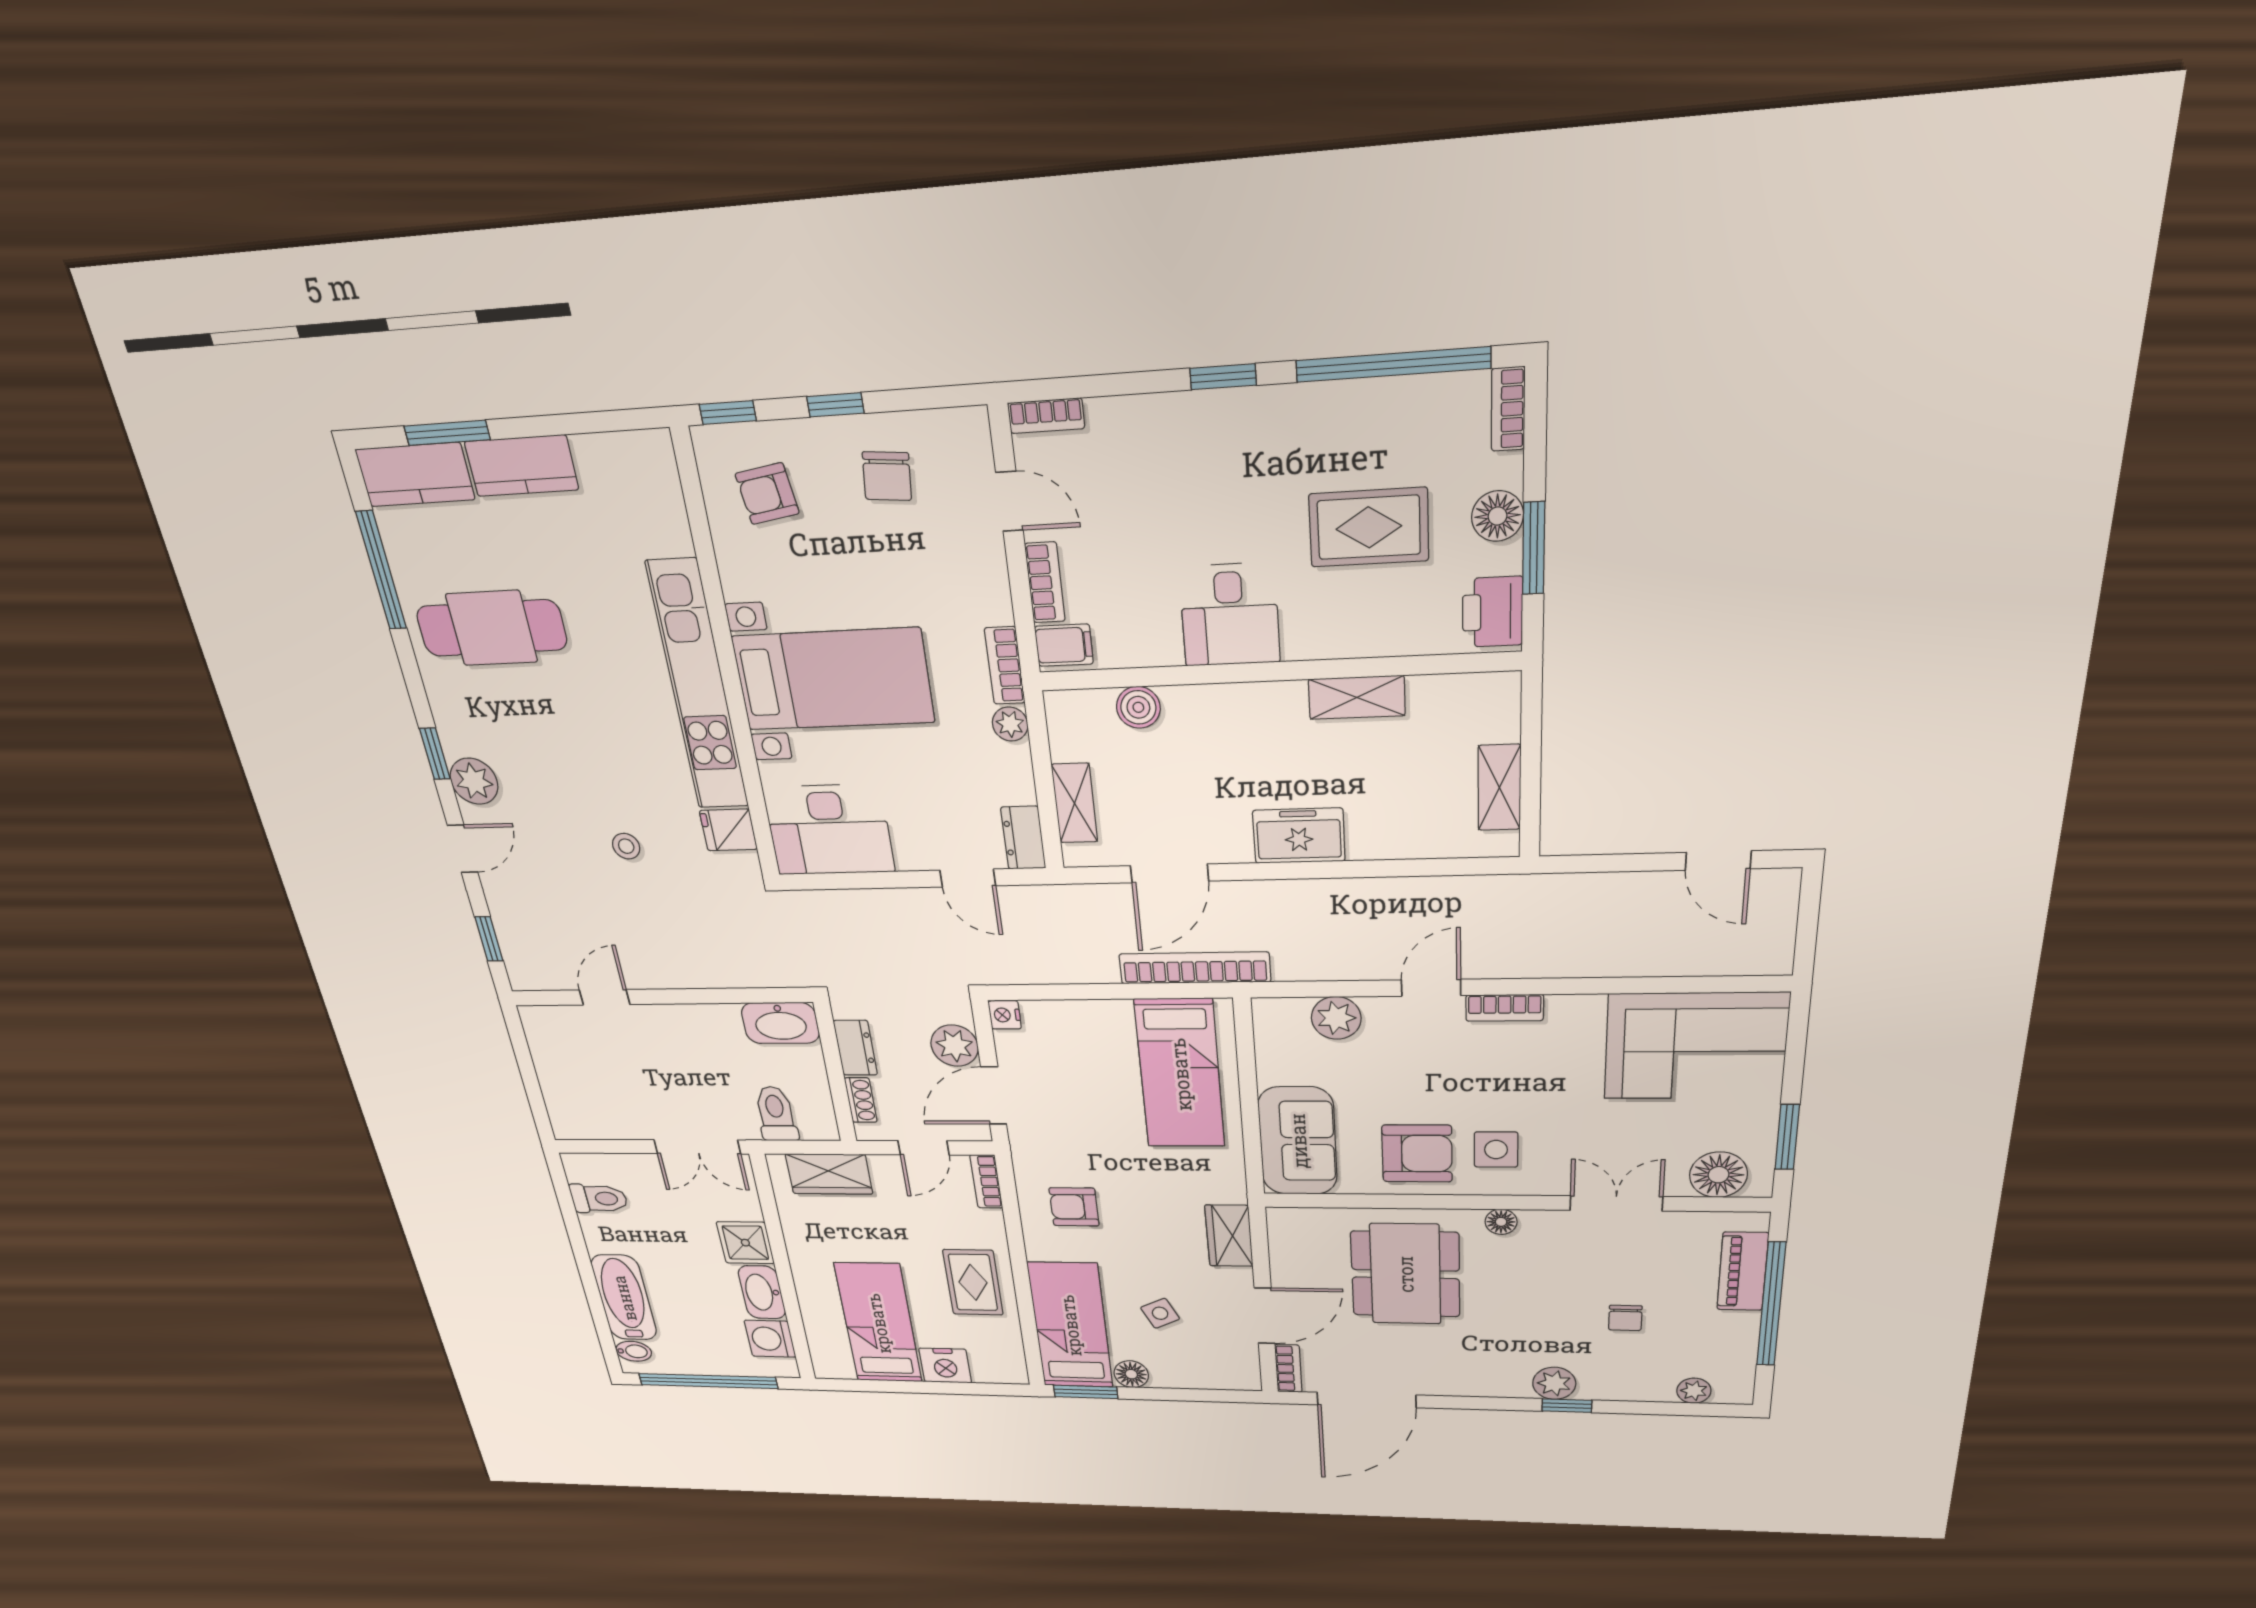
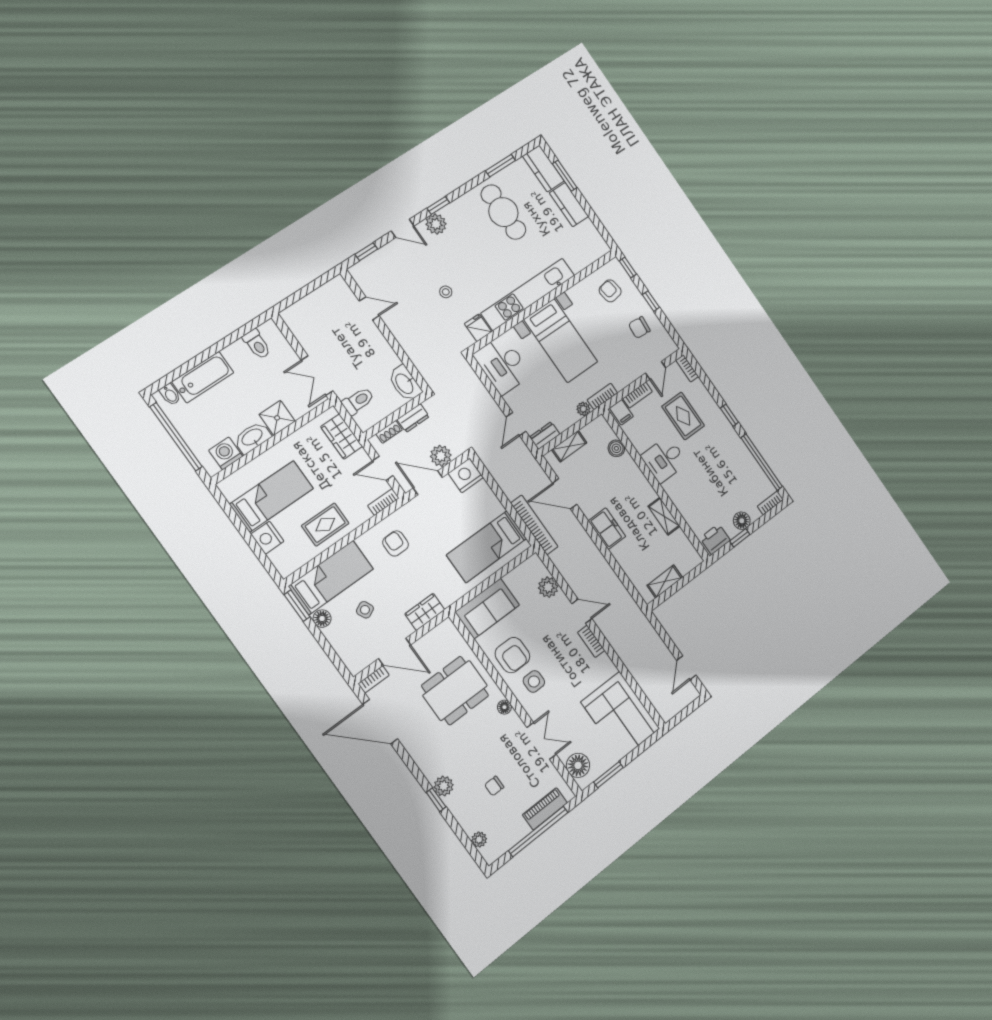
rug: (1369, 527) -> (683, 416), moved
window: (1534, 548) -> (740, 538), width x0.67
window: (381, 570) -> (501, 166), width x0.69
nightstand: (1005, 1015) -> (466, 475), width x1.89, depth x1.79

